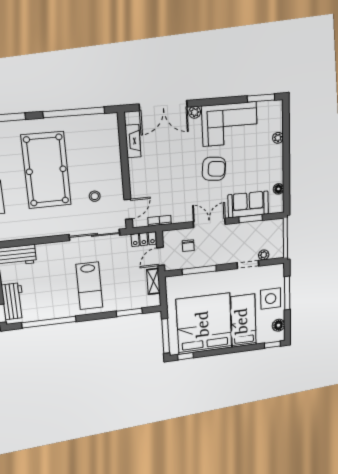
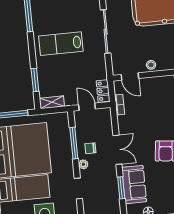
stool: (95, 196) -> (151, 65), moved
sliding door: (95, 235) -> (106, 32), moved
chair: (188, 246) -> (90, 148), moved
plant: (264, 255) -> (83, 164), moved
shelving: (153, 281) -> (52, 102), moved

